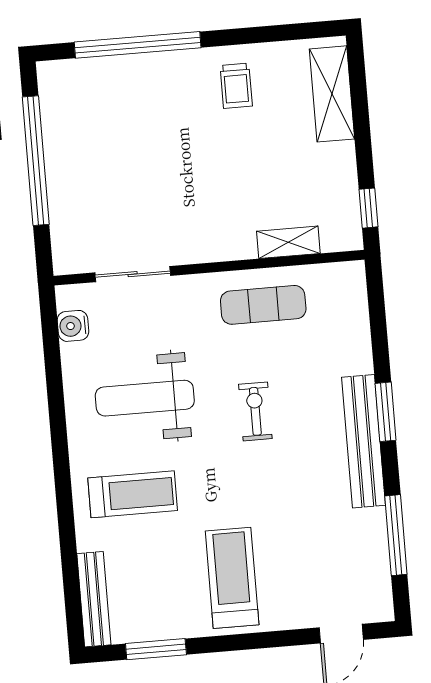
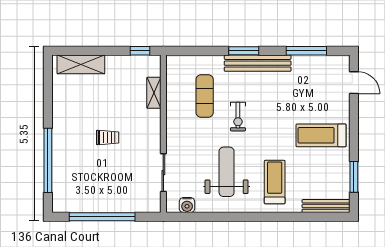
trolley: (236, 86) -> (108, 137), moved
exercise mat: (263, 305) -> (205, 96), moved
weight bench: (145, 398) -> (227, 172), turned 180
exercise bike: (255, 411) -> (238, 117), turned -90

